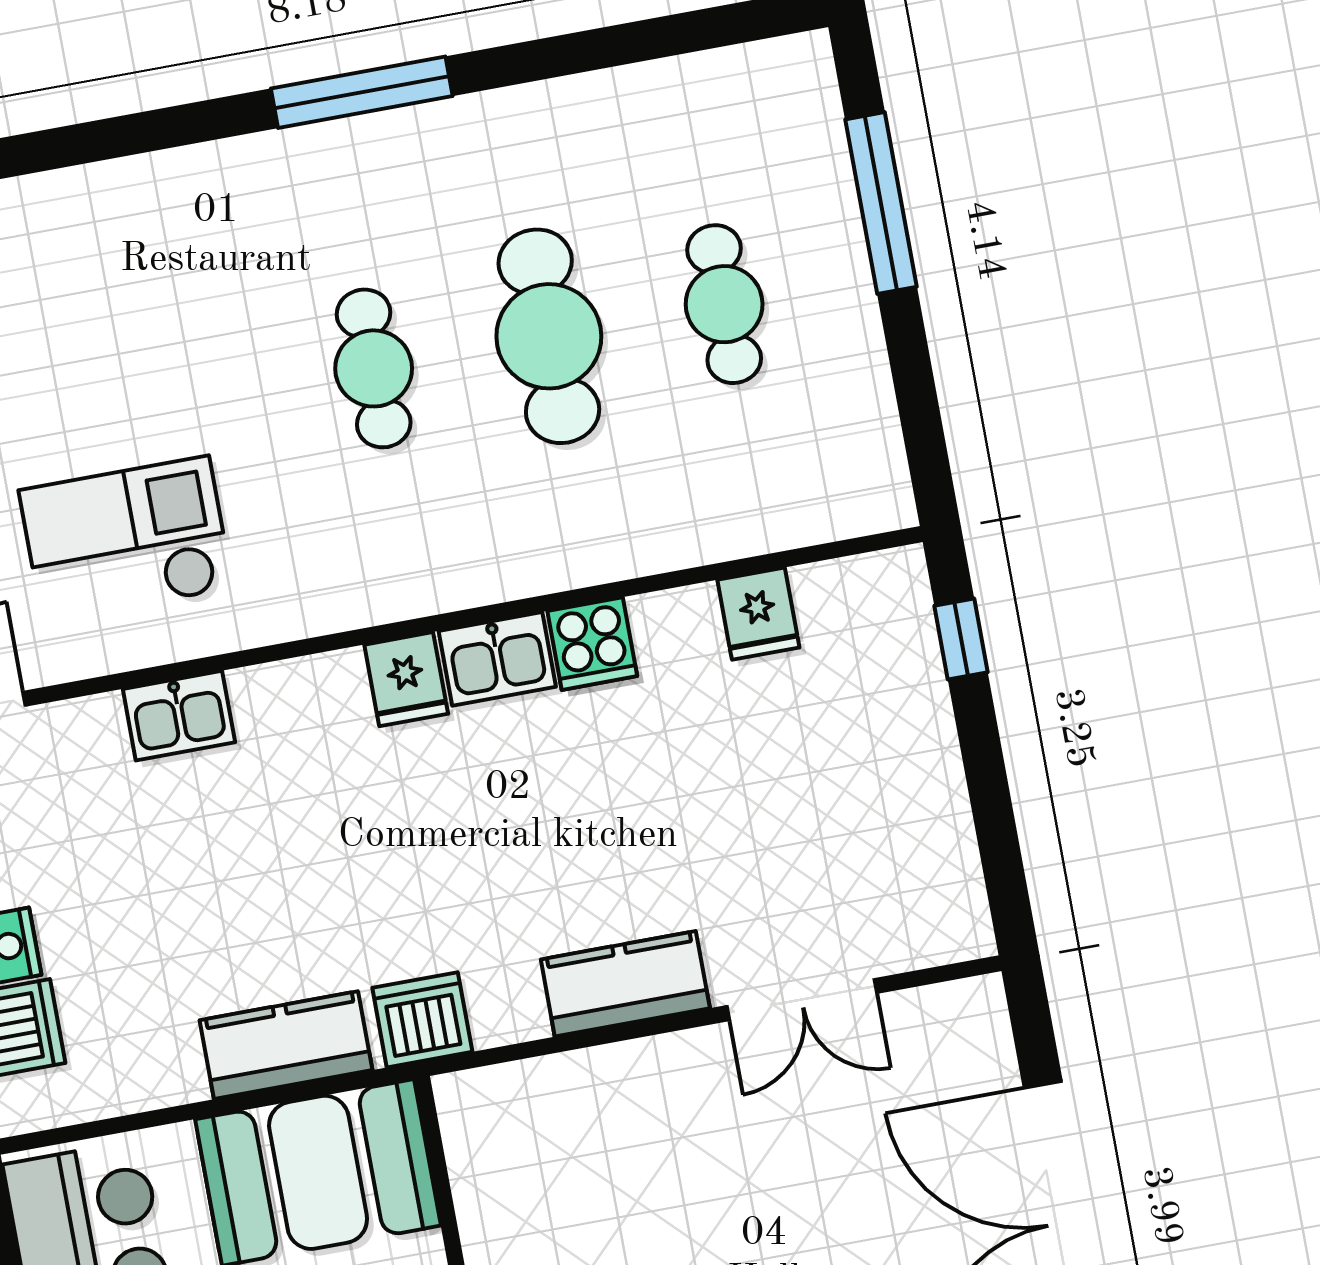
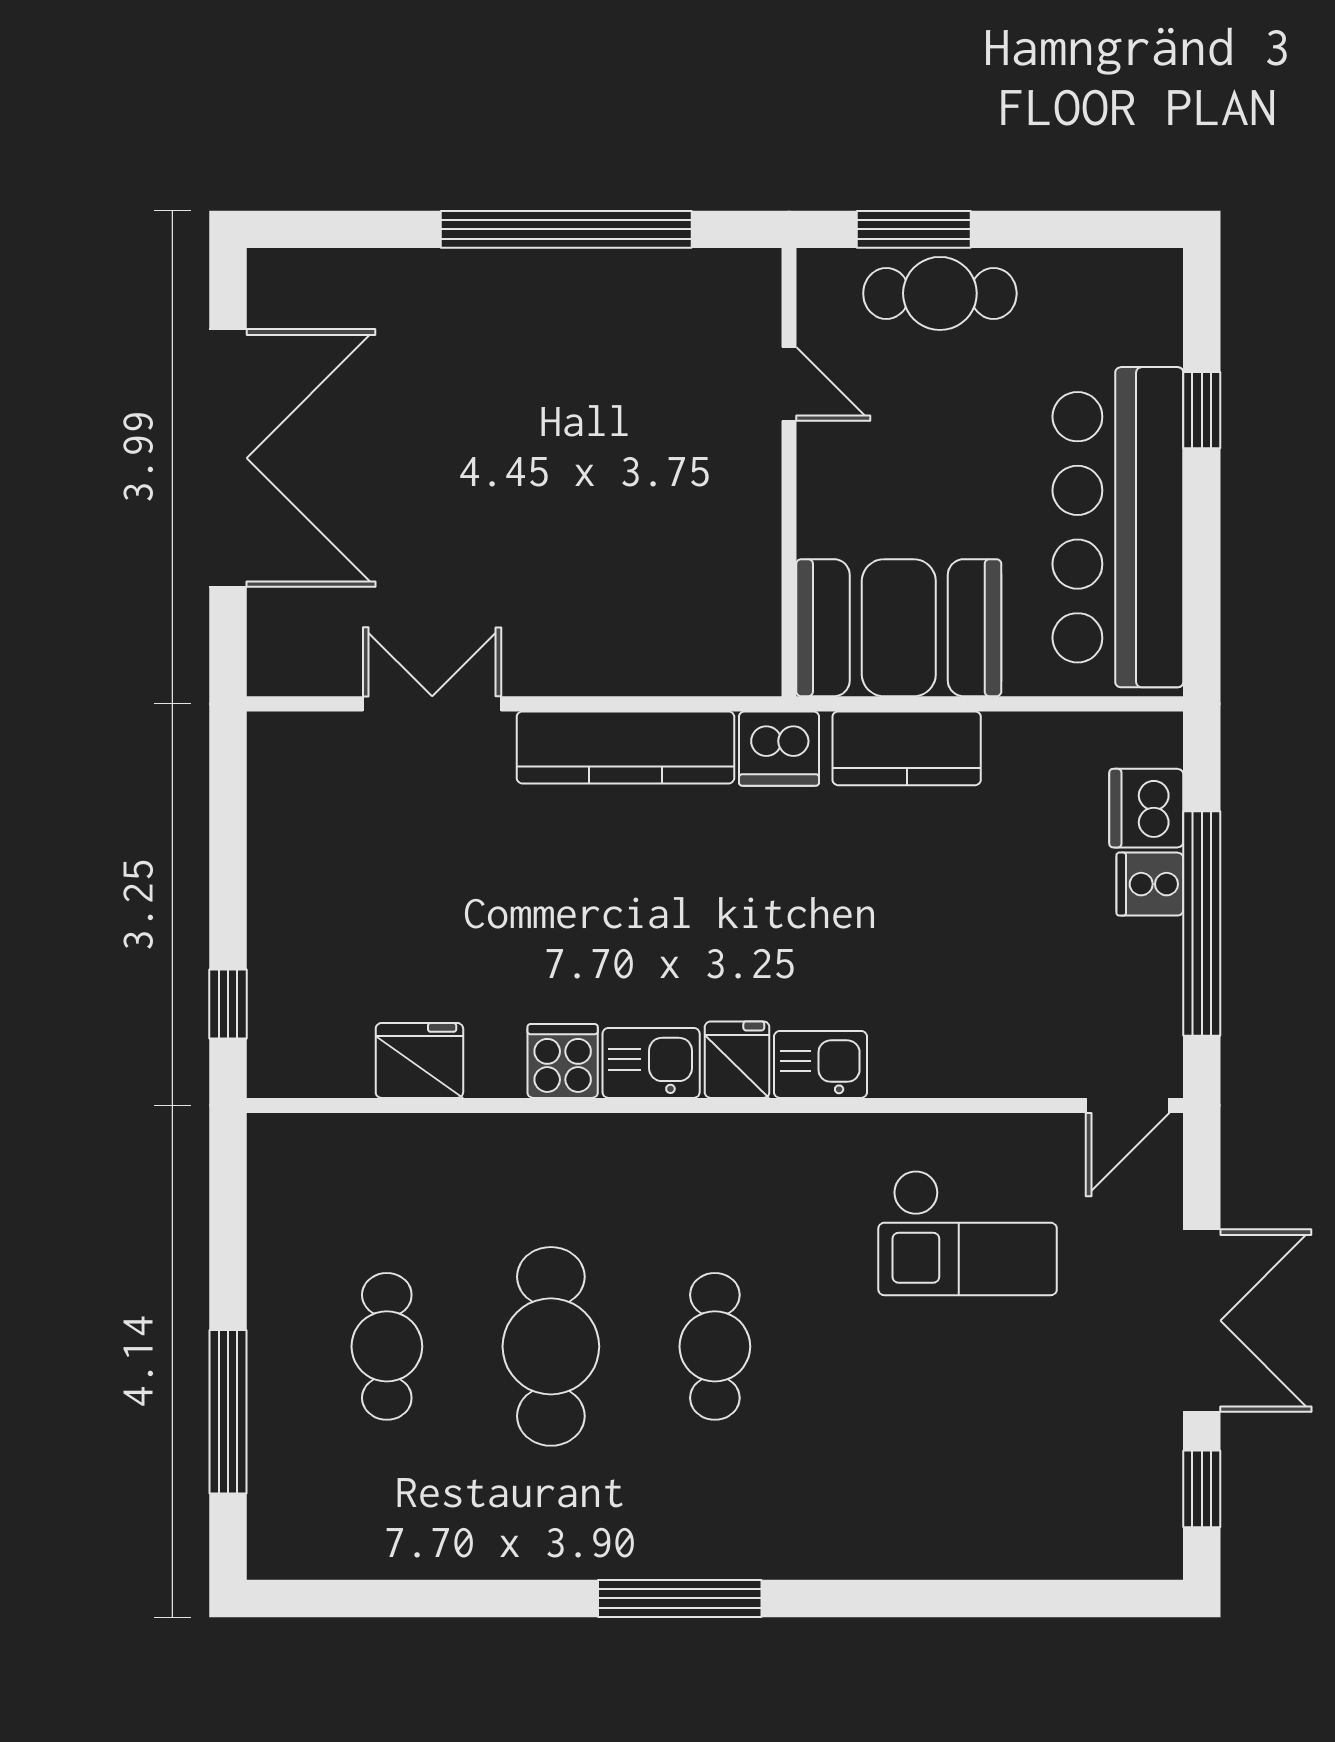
fridge: (758, 614) -> (419, 1060), width x1.38
kitchen sink: (179, 716) -> (820, 1064), moved
kitchen counter: (625, 984) -> (625, 747), width x1.50

